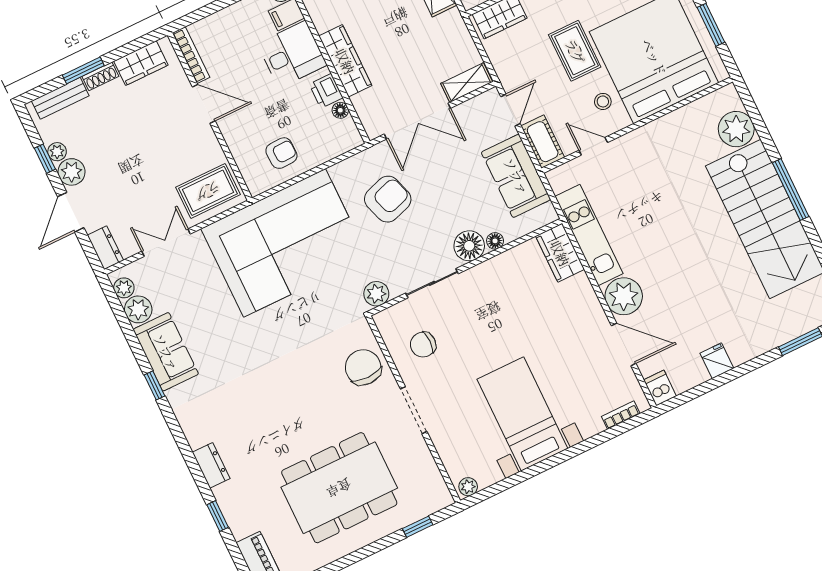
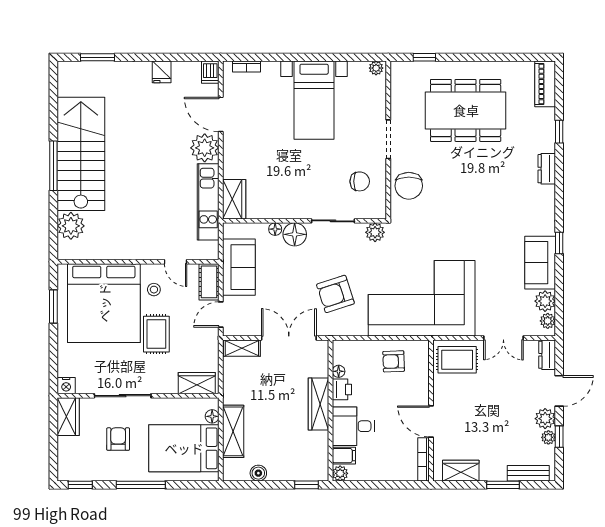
shoe rack: (100, 76) -> (493, 475), removed

